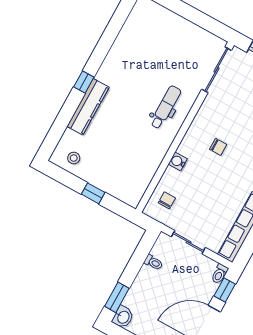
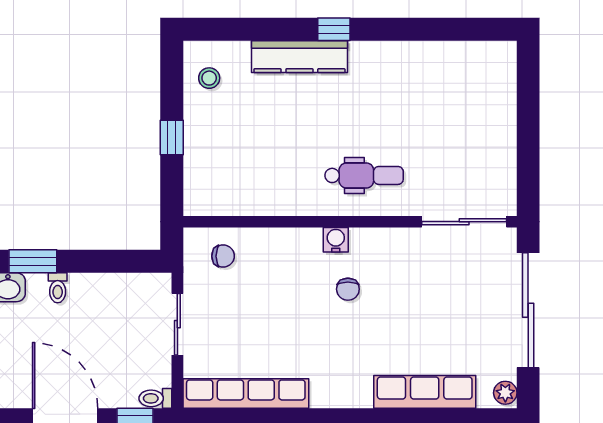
water cooler: (178, 161) -> (336, 240), moved
toilet: (153, 262) -> (58, 288), moved

